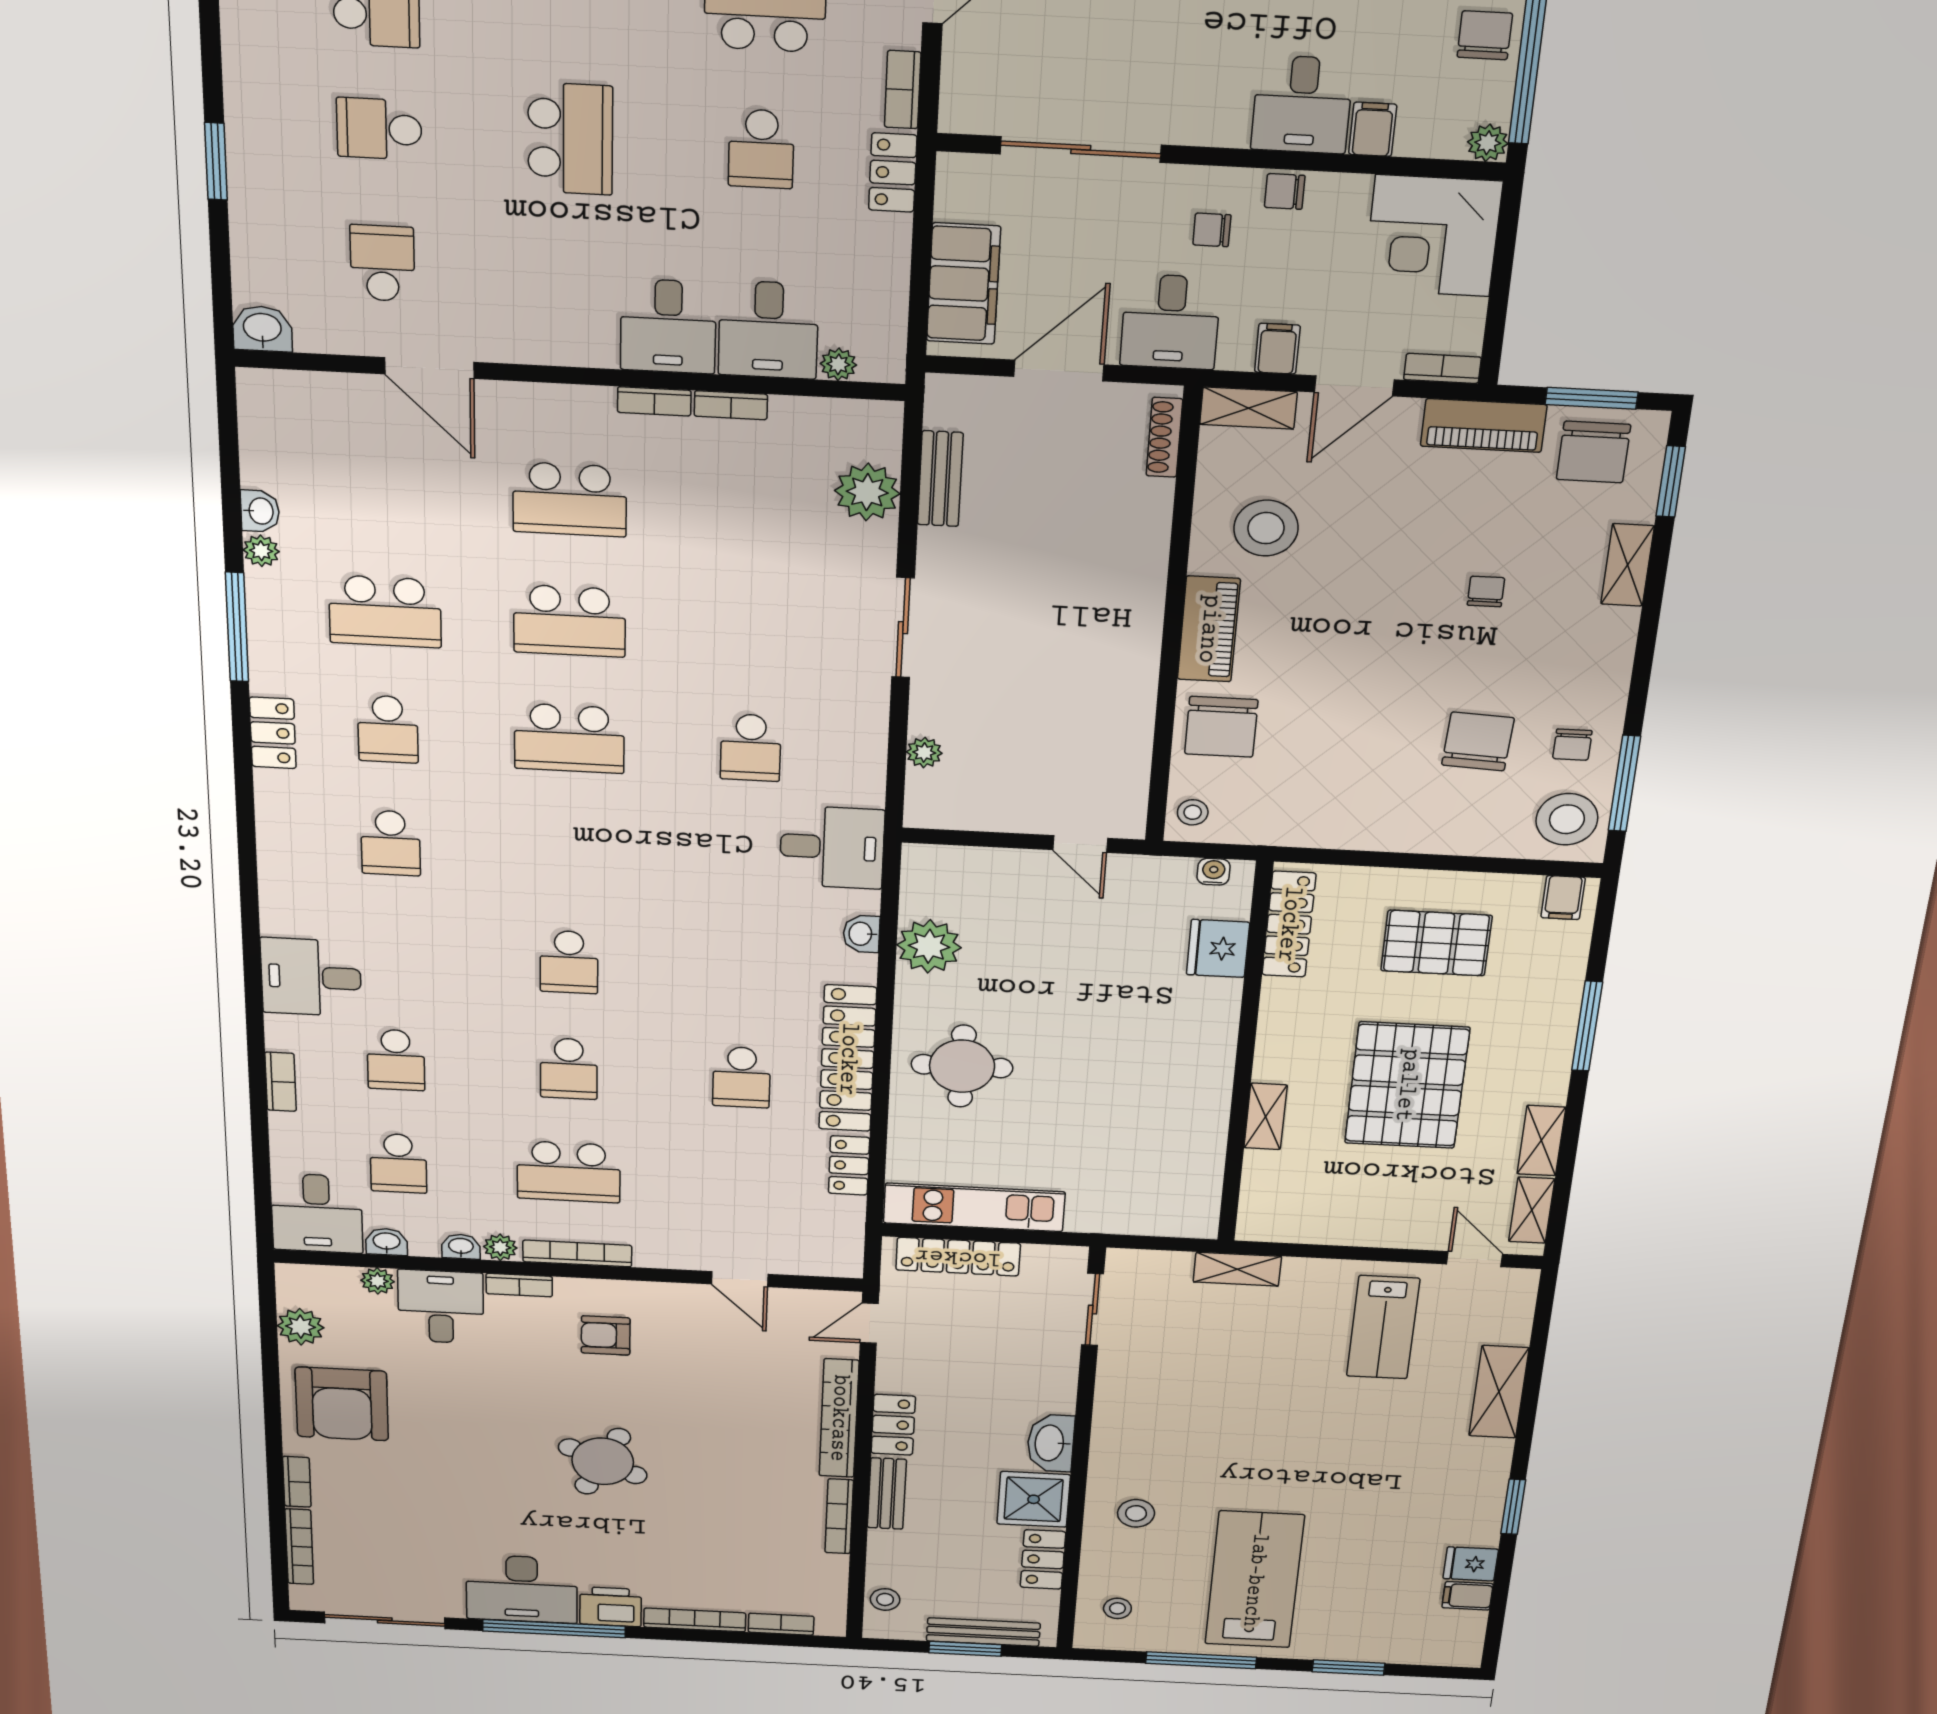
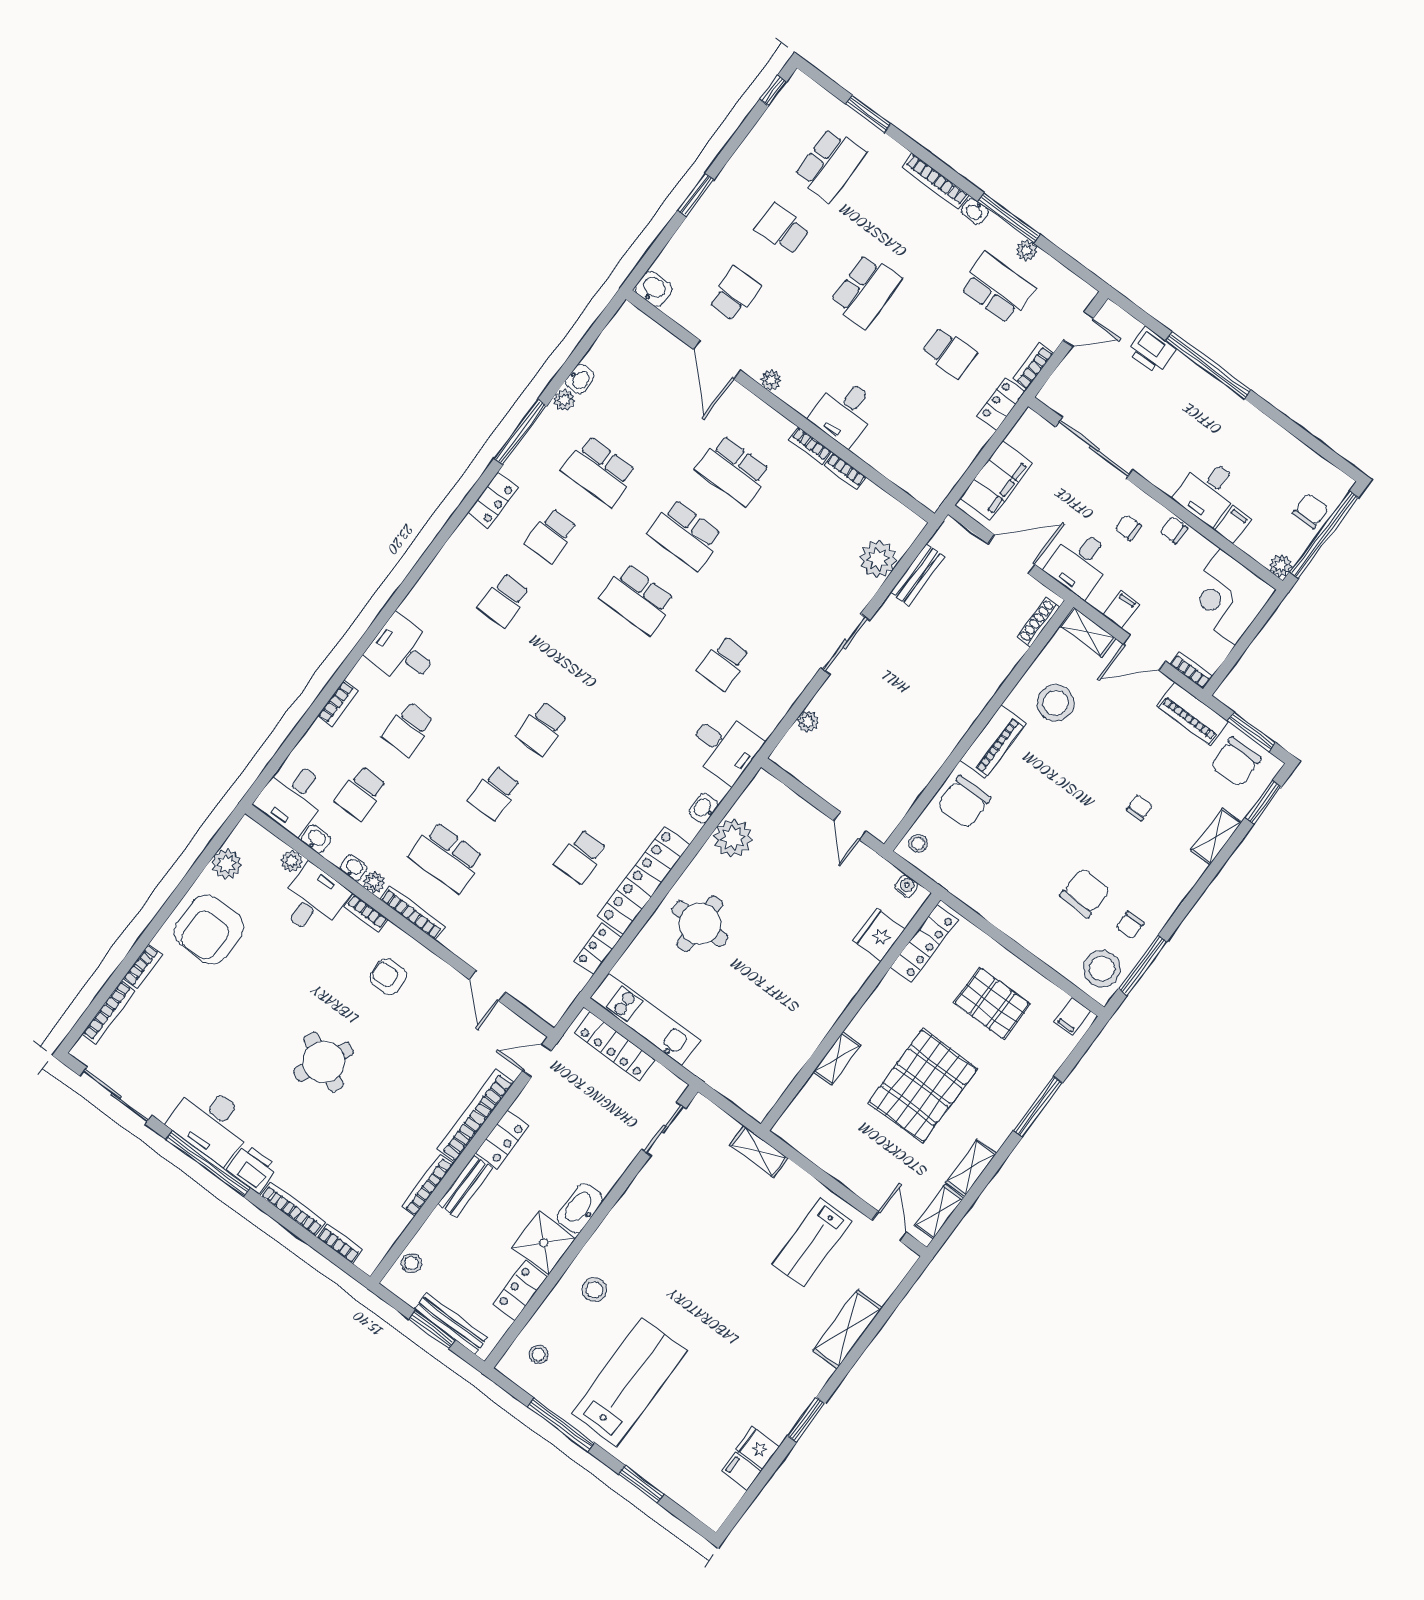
school desk: (761, 149) -> (949, 353), turned -90
desk: (768, 330) -> (890, 444), removed
plant: (838, 364) -> (771, 380), moved

